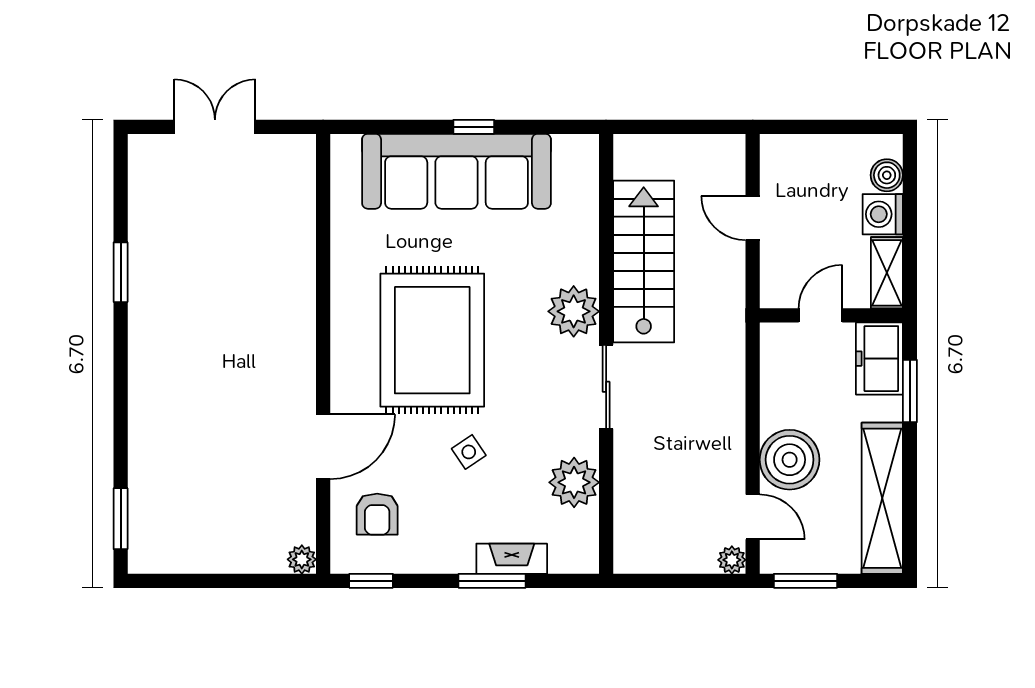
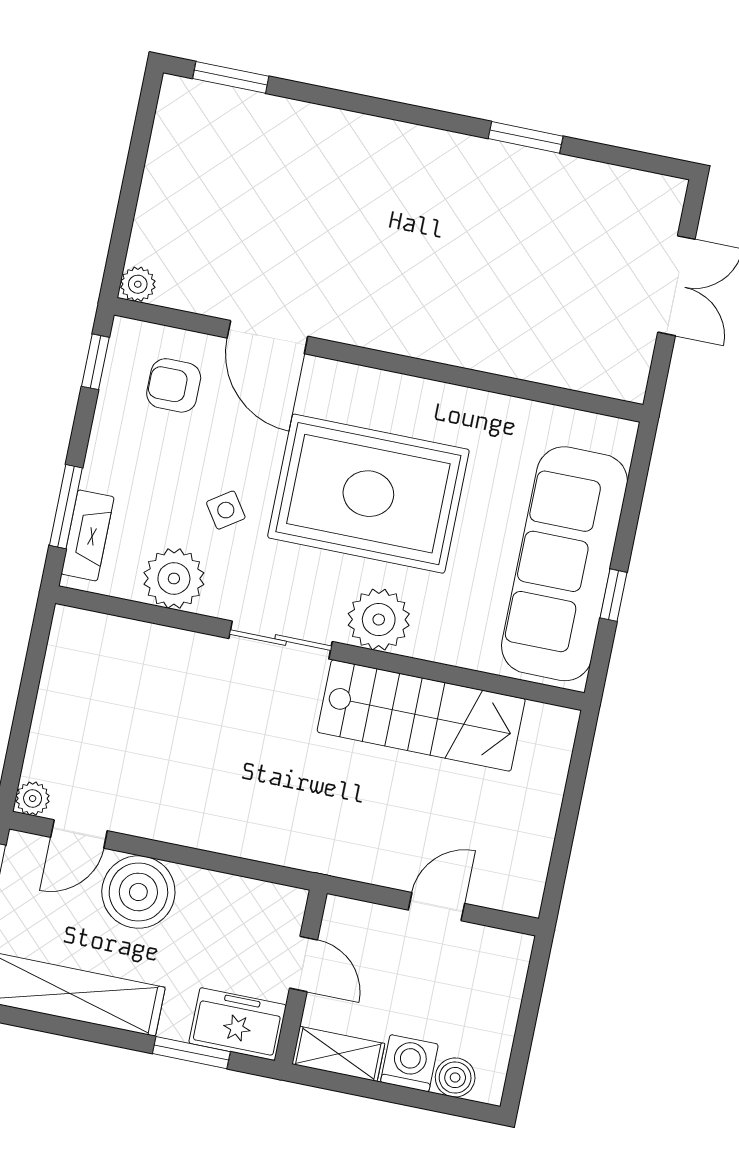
stairs: (644, 262) -> (421, 715), moved
plant: (574, 311) -> (379, 620), moved
wall: (606, 354) -> (320, 648), moved
sliding door: (606, 387) -> (281, 640), moved
plant: (574, 482) -> (174, 578), moved

